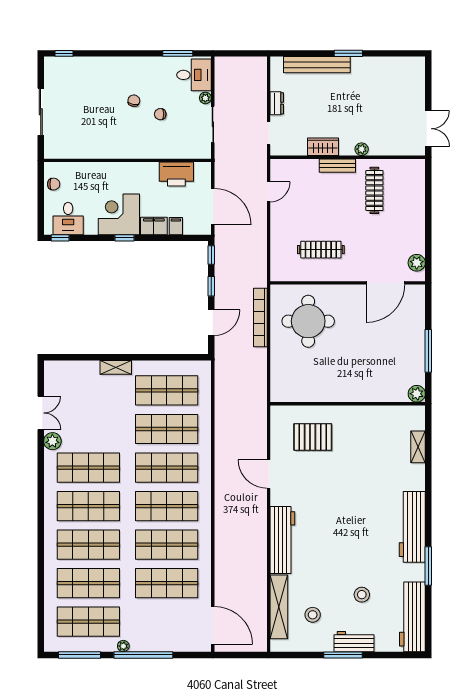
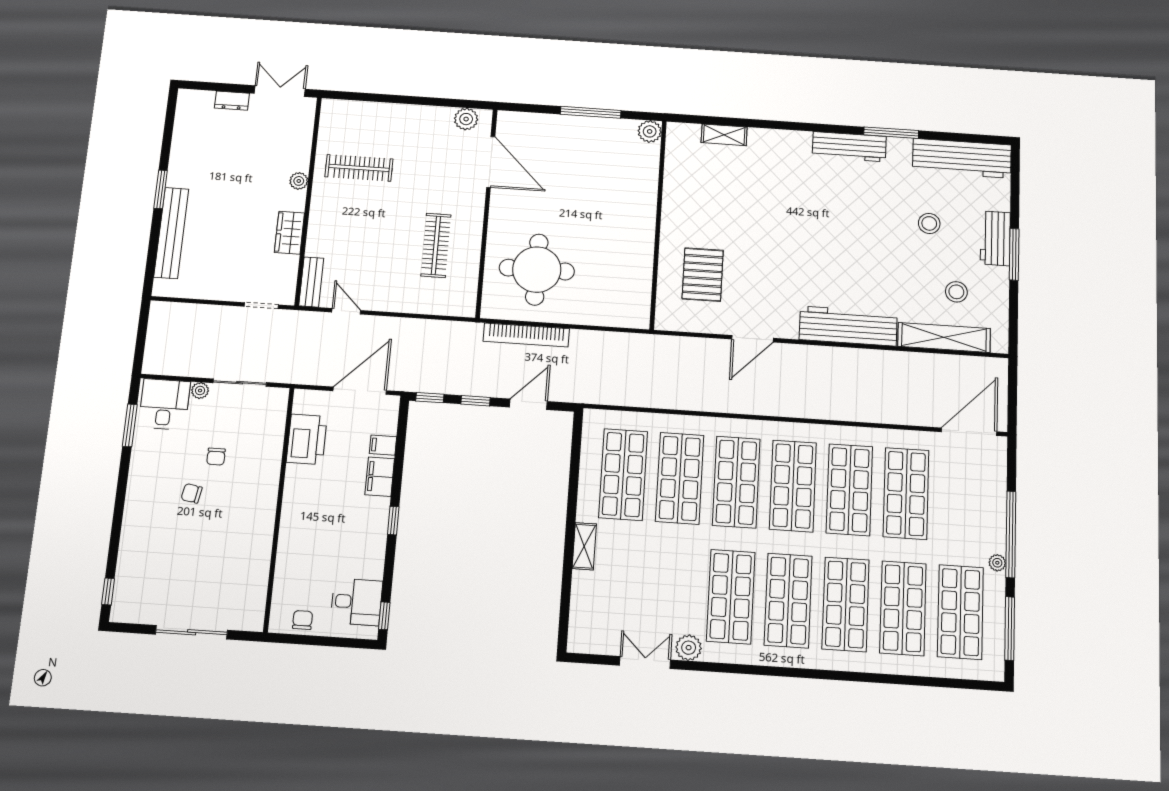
dresser: (277, 103) -> (232, 101), moved, turned 180
bench: (337, 166) -> (311, 282), moved
corner desk: (119, 214) -> (357, 526), removed
door: (211, 323) -> (528, 404), hinge flipped
workbench: (412, 527) -> (849, 147), width x0.73, depth x0.76

